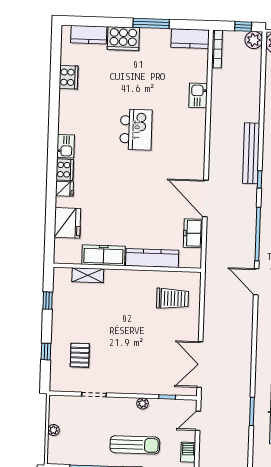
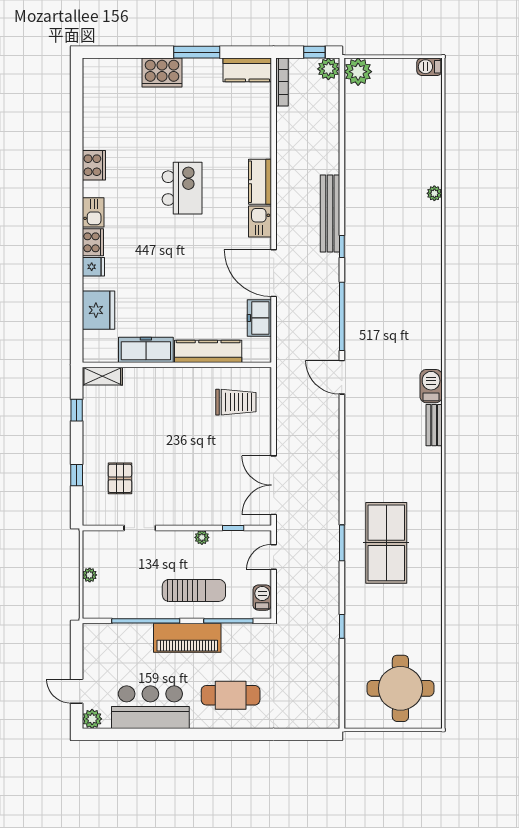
kitchen counter: (89, 35) -> (260, 182), moved, turned 90
cooker: (69, 77) -> (94, 165), moved
kitchen sink: (198, 95) -> (260, 222), moved
shelving: (88, 275) -> (102, 376), moved

